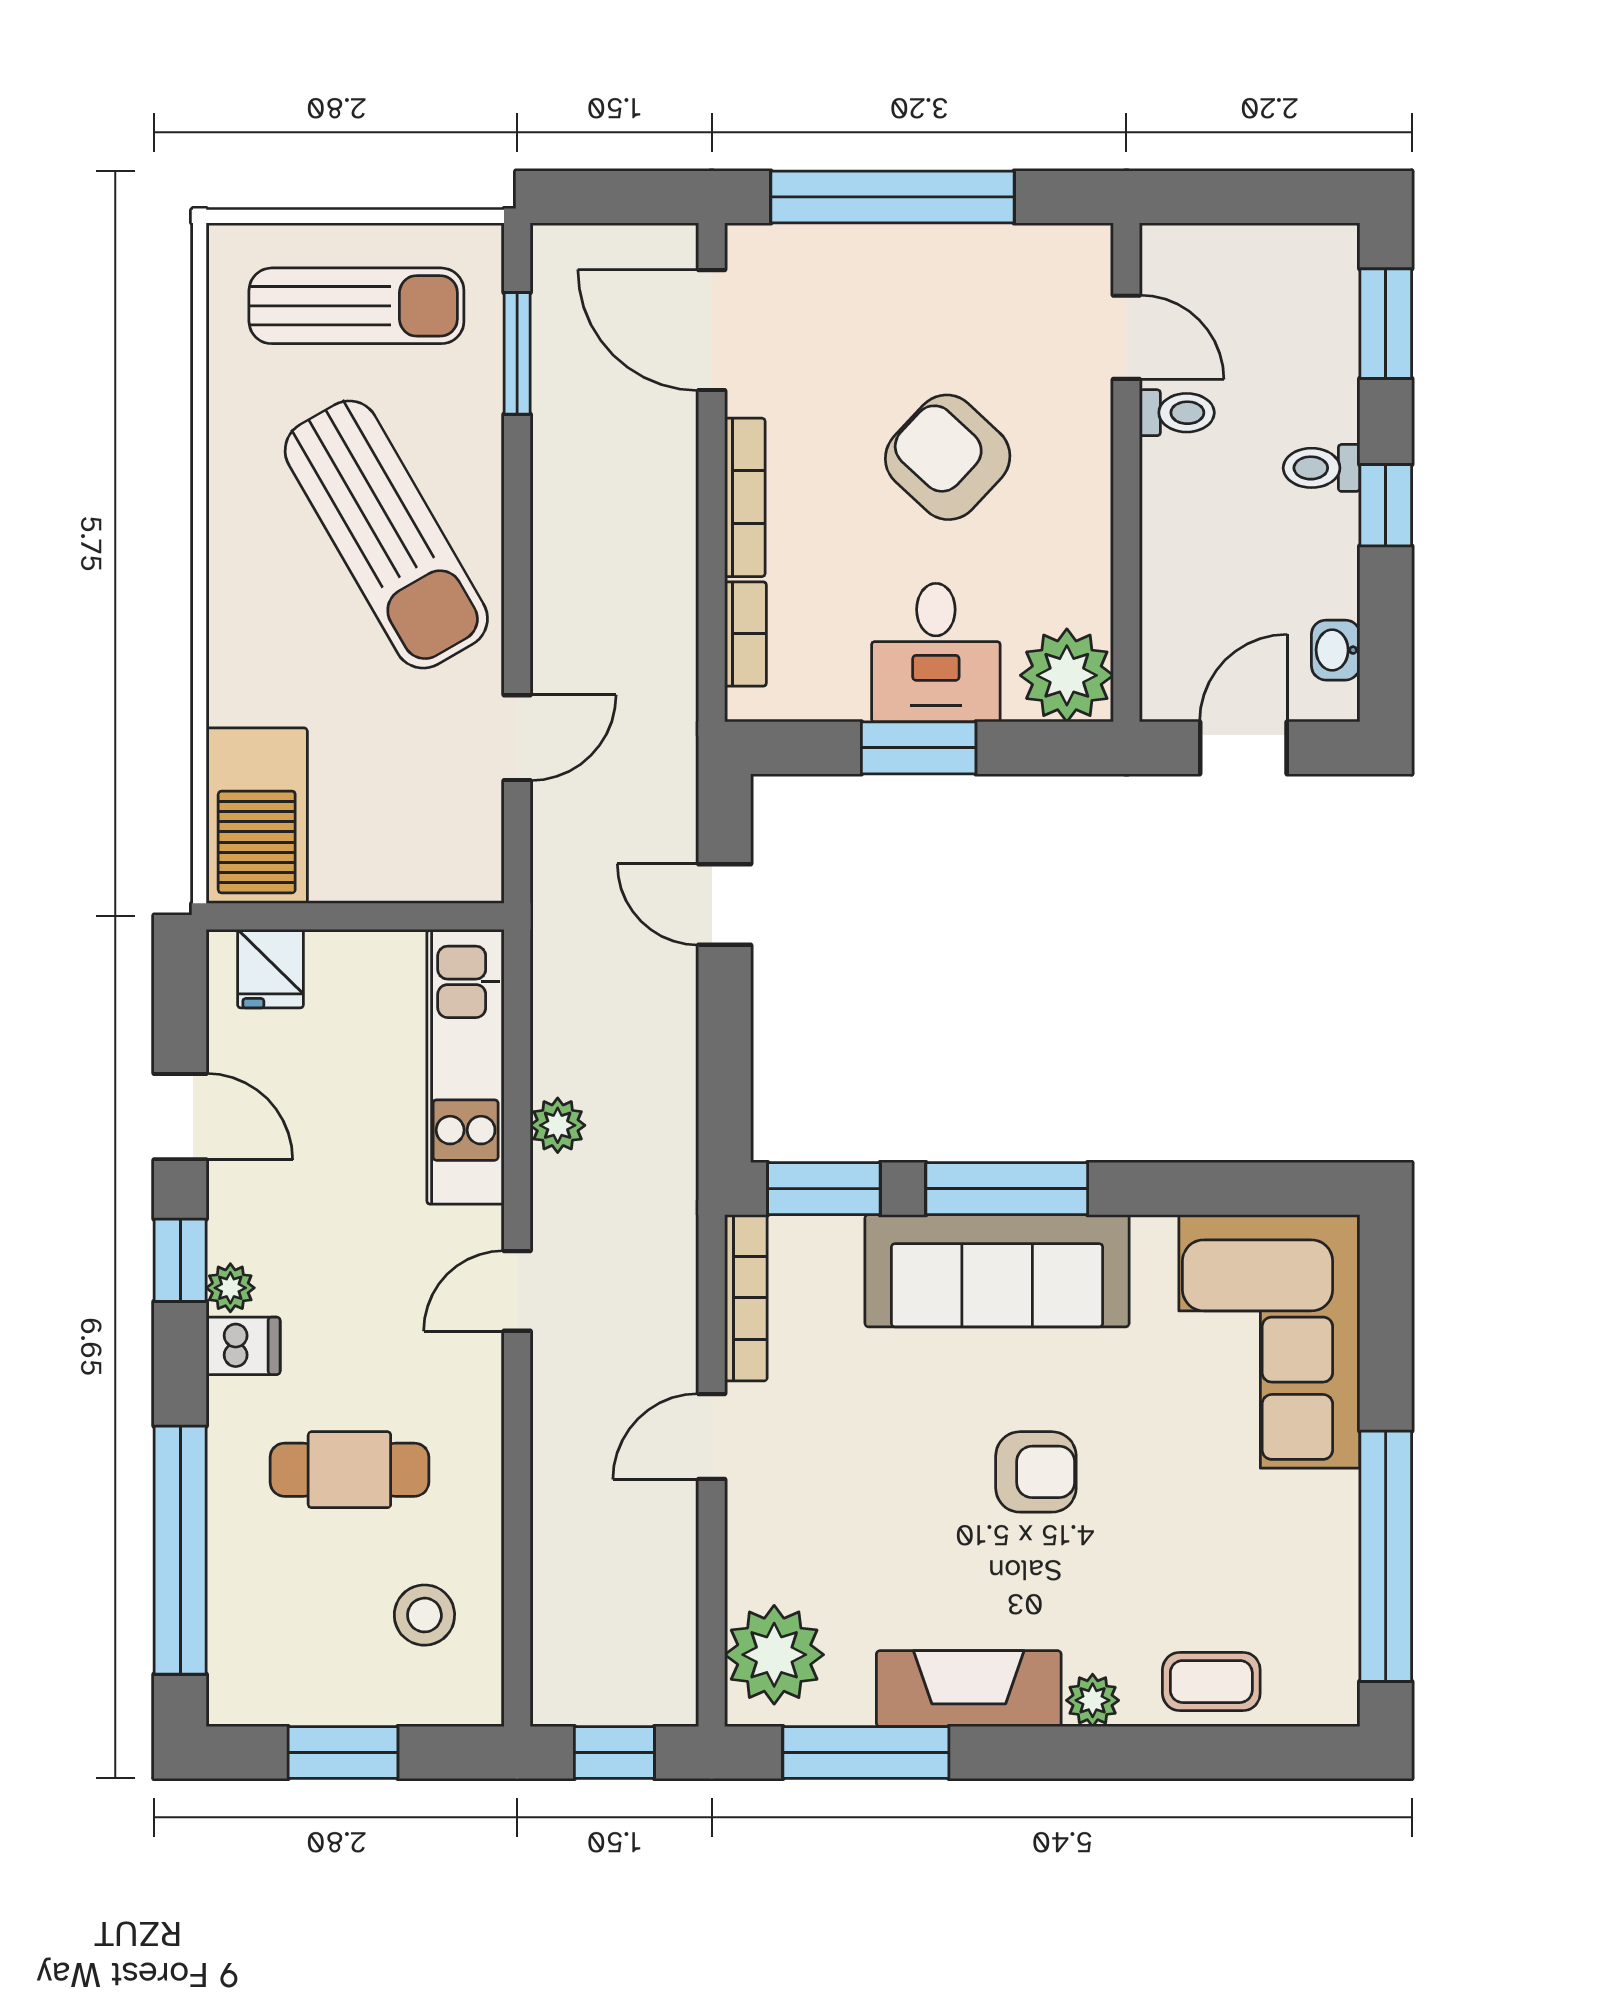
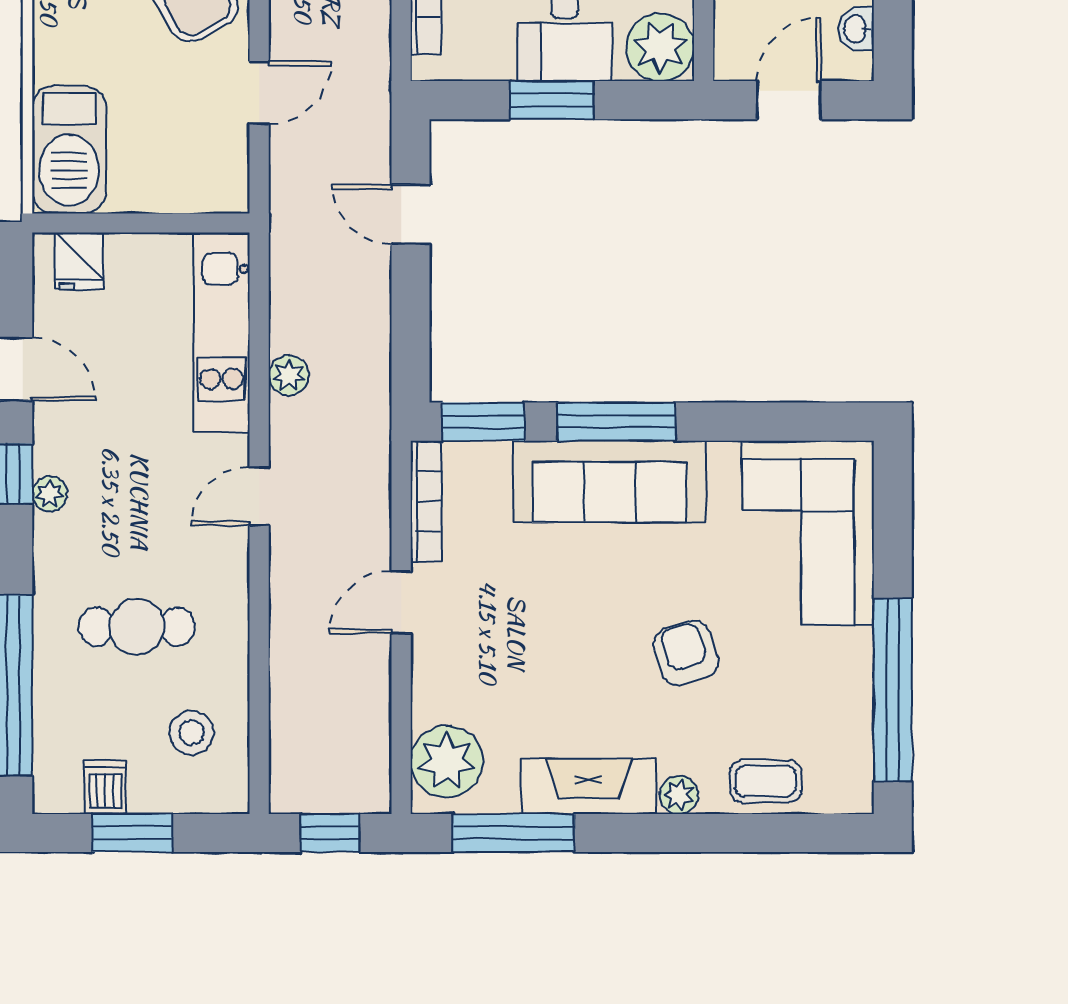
dishwasher: (243, 1346) -> (105, 787), moved, turned -90
armchair: (1036, 1472) -> (686, 653), moved, turned -108

